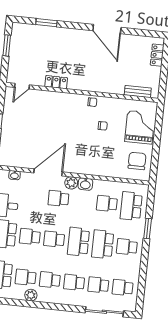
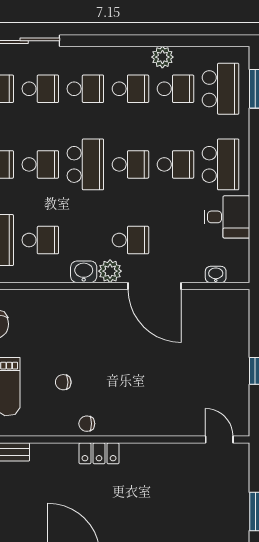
locker: (56, 82) -> (99, 453), moved
door: (22, 86) -> (219, 439), hinge flipped
door: (48, 172) -> (154, 286), hinge flipped
school desk: (103, 244) -> (40, 164), width x0.54

